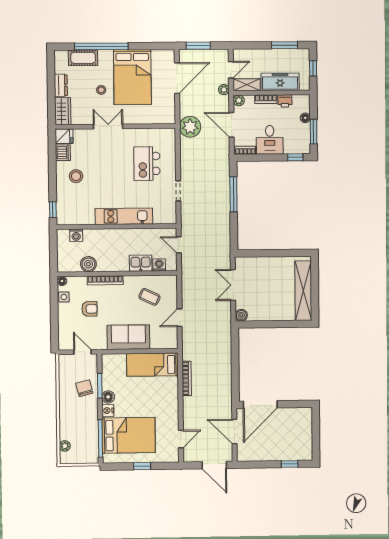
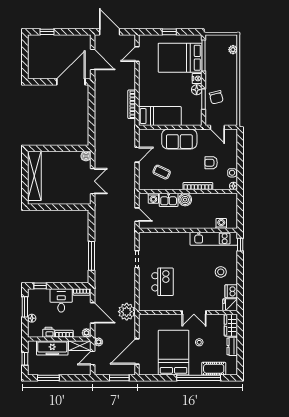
kitchen unit: (124, 216) -> (214, 239), moved
boiler: (88, 264) -> (185, 200), moved

